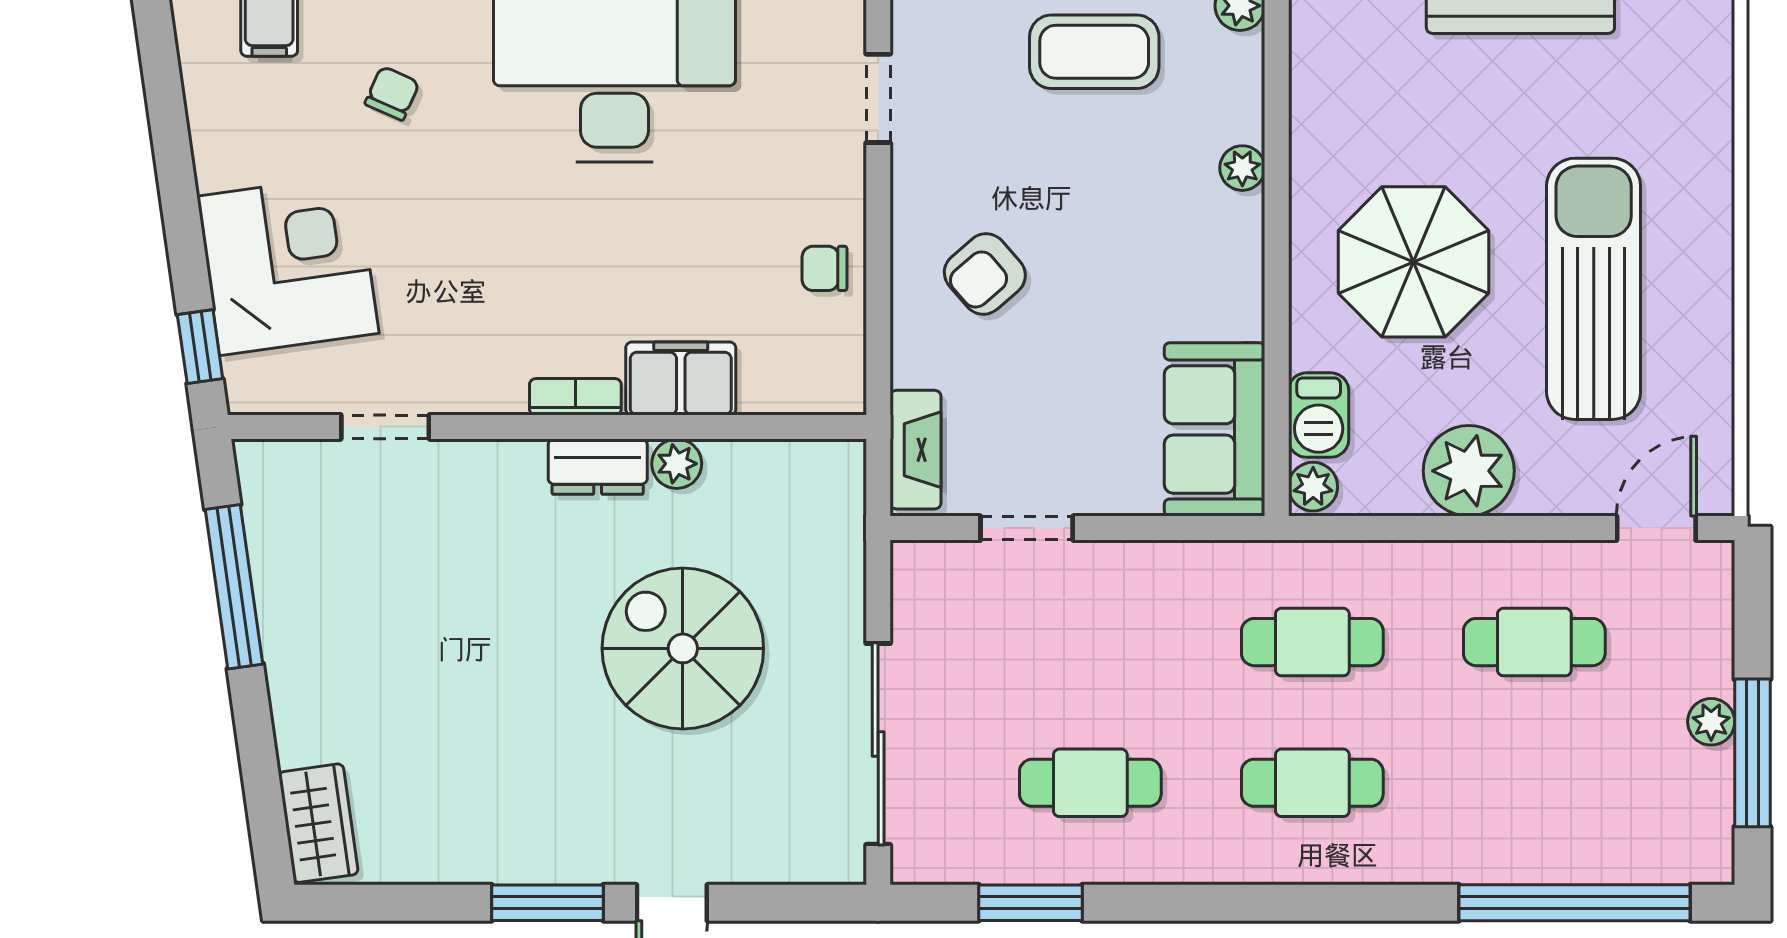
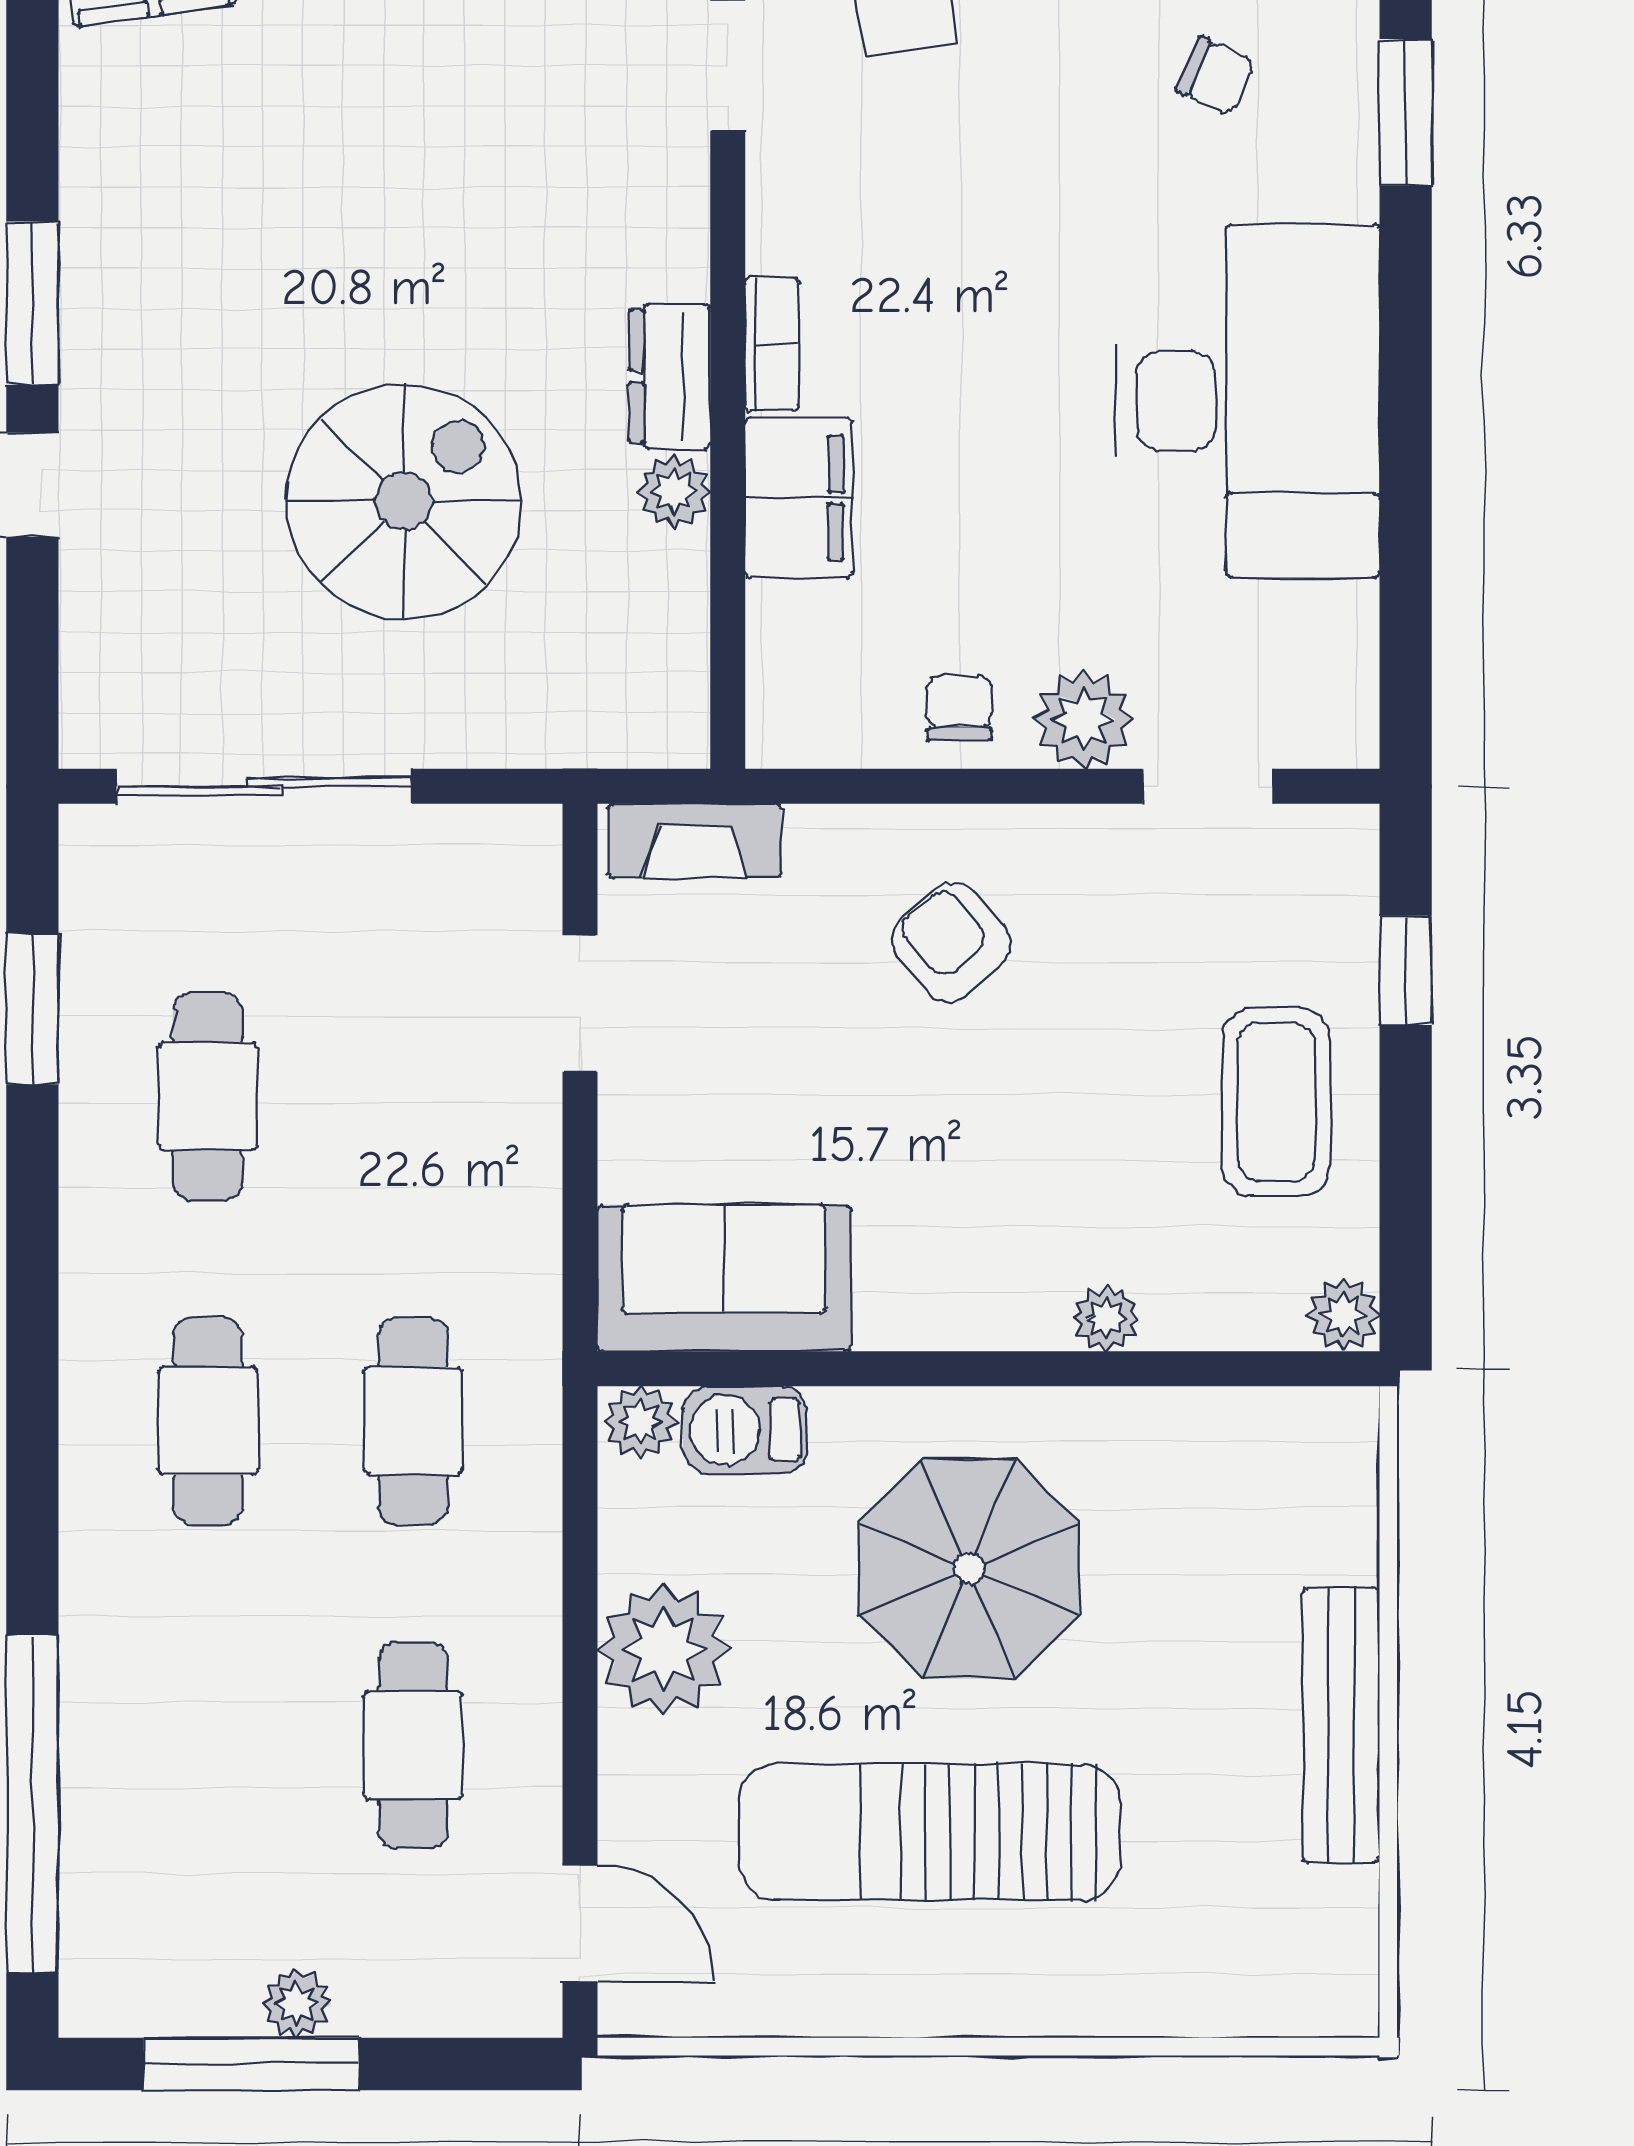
plant: (832, 184) -> (1083, 719), added
sun lounger: (1594, 289) -> (930, 1832), turned 180

